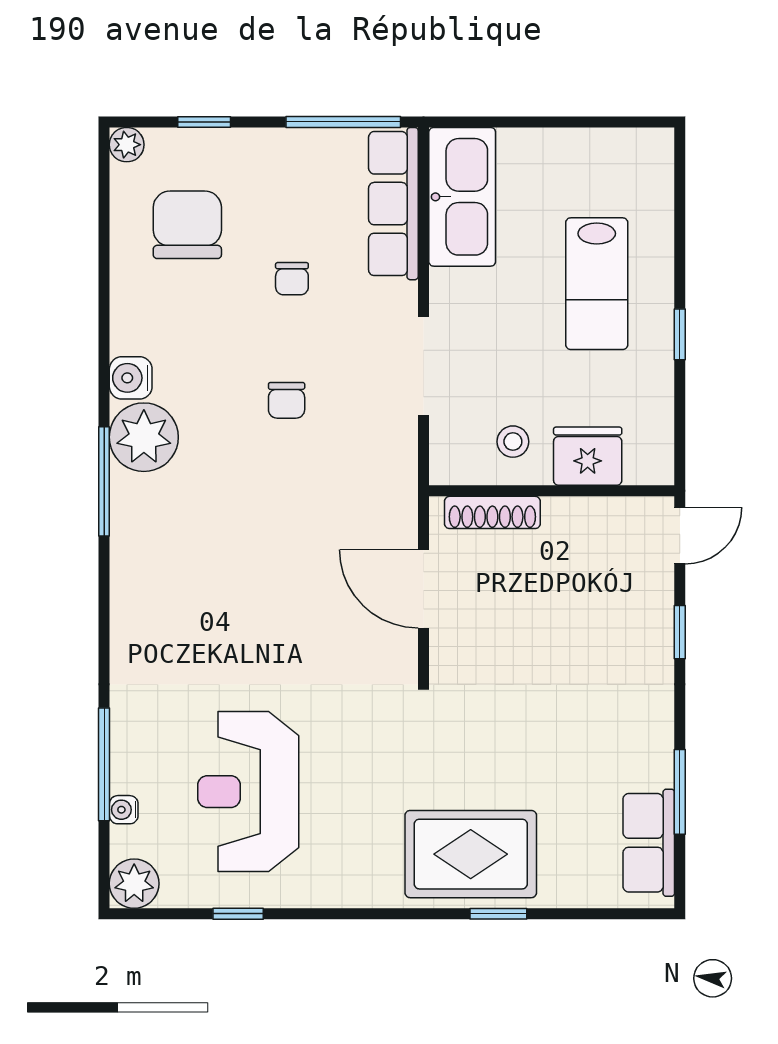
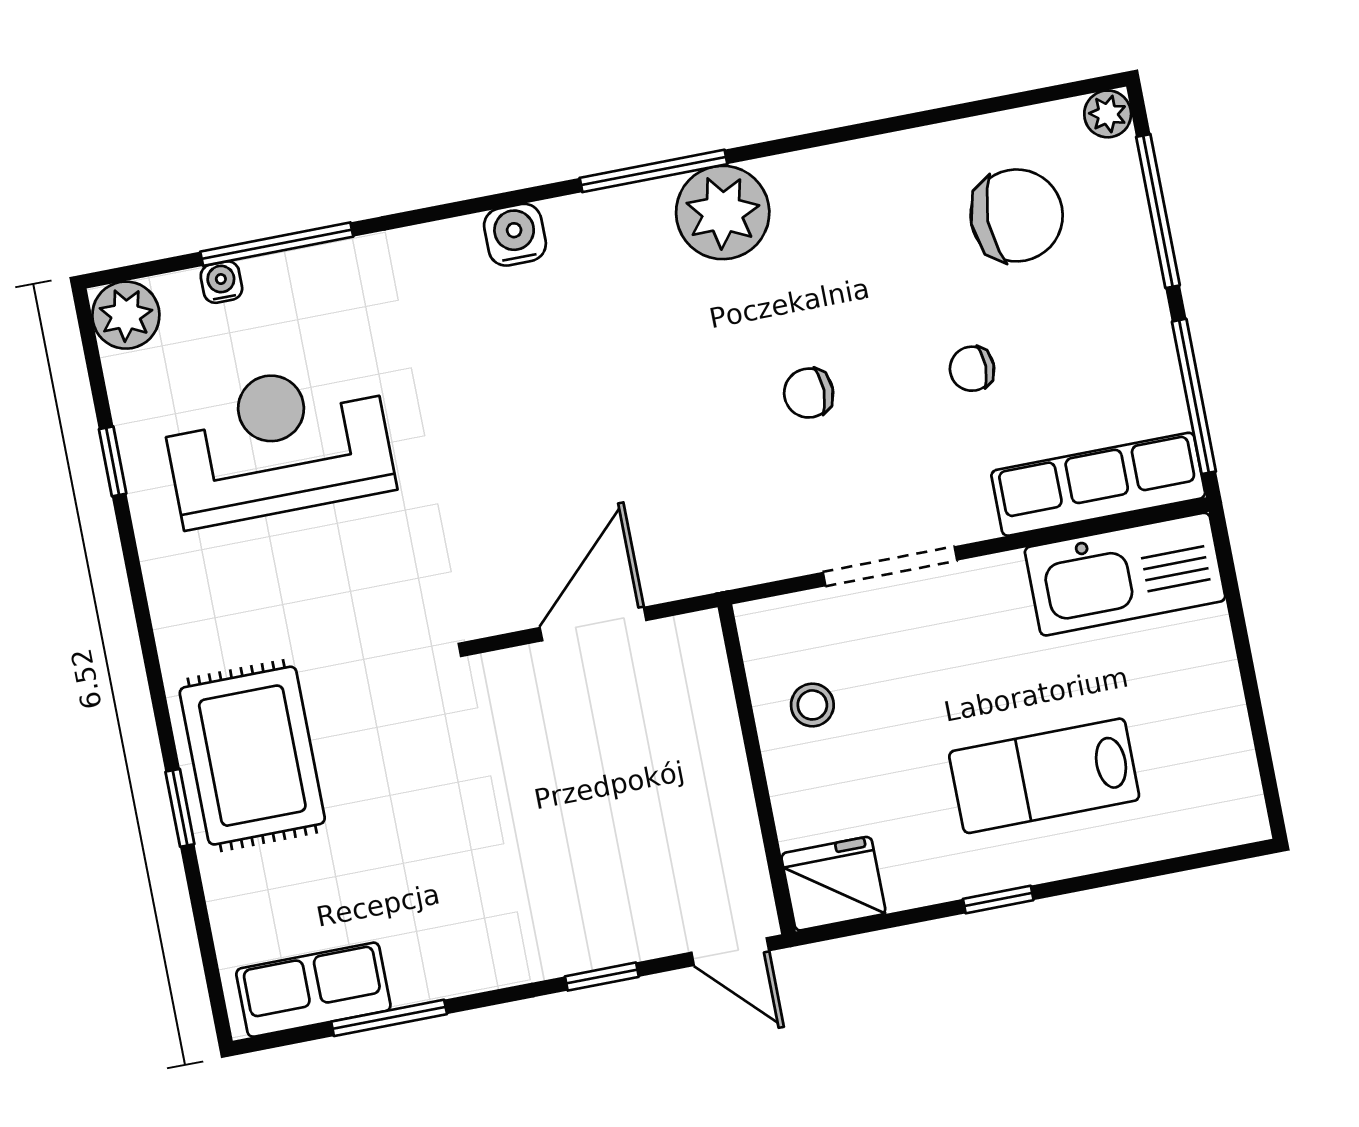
window: (204, 122) -> (1158, 211), width x2.17
water cooler: (131, 378) -> (515, 235), moved
fridge: (588, 456) -> (833, 884), moved, turned -90
shoe rack: (492, 512) -> (713, 696), removed

